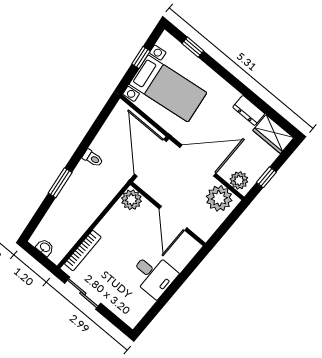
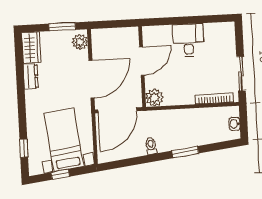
door: (198, 161) -> (91, 79), swing flipped
window: (266, 177) -> (62, 27), width x1.50
plant: (219, 198) -> (103, 44), removed

